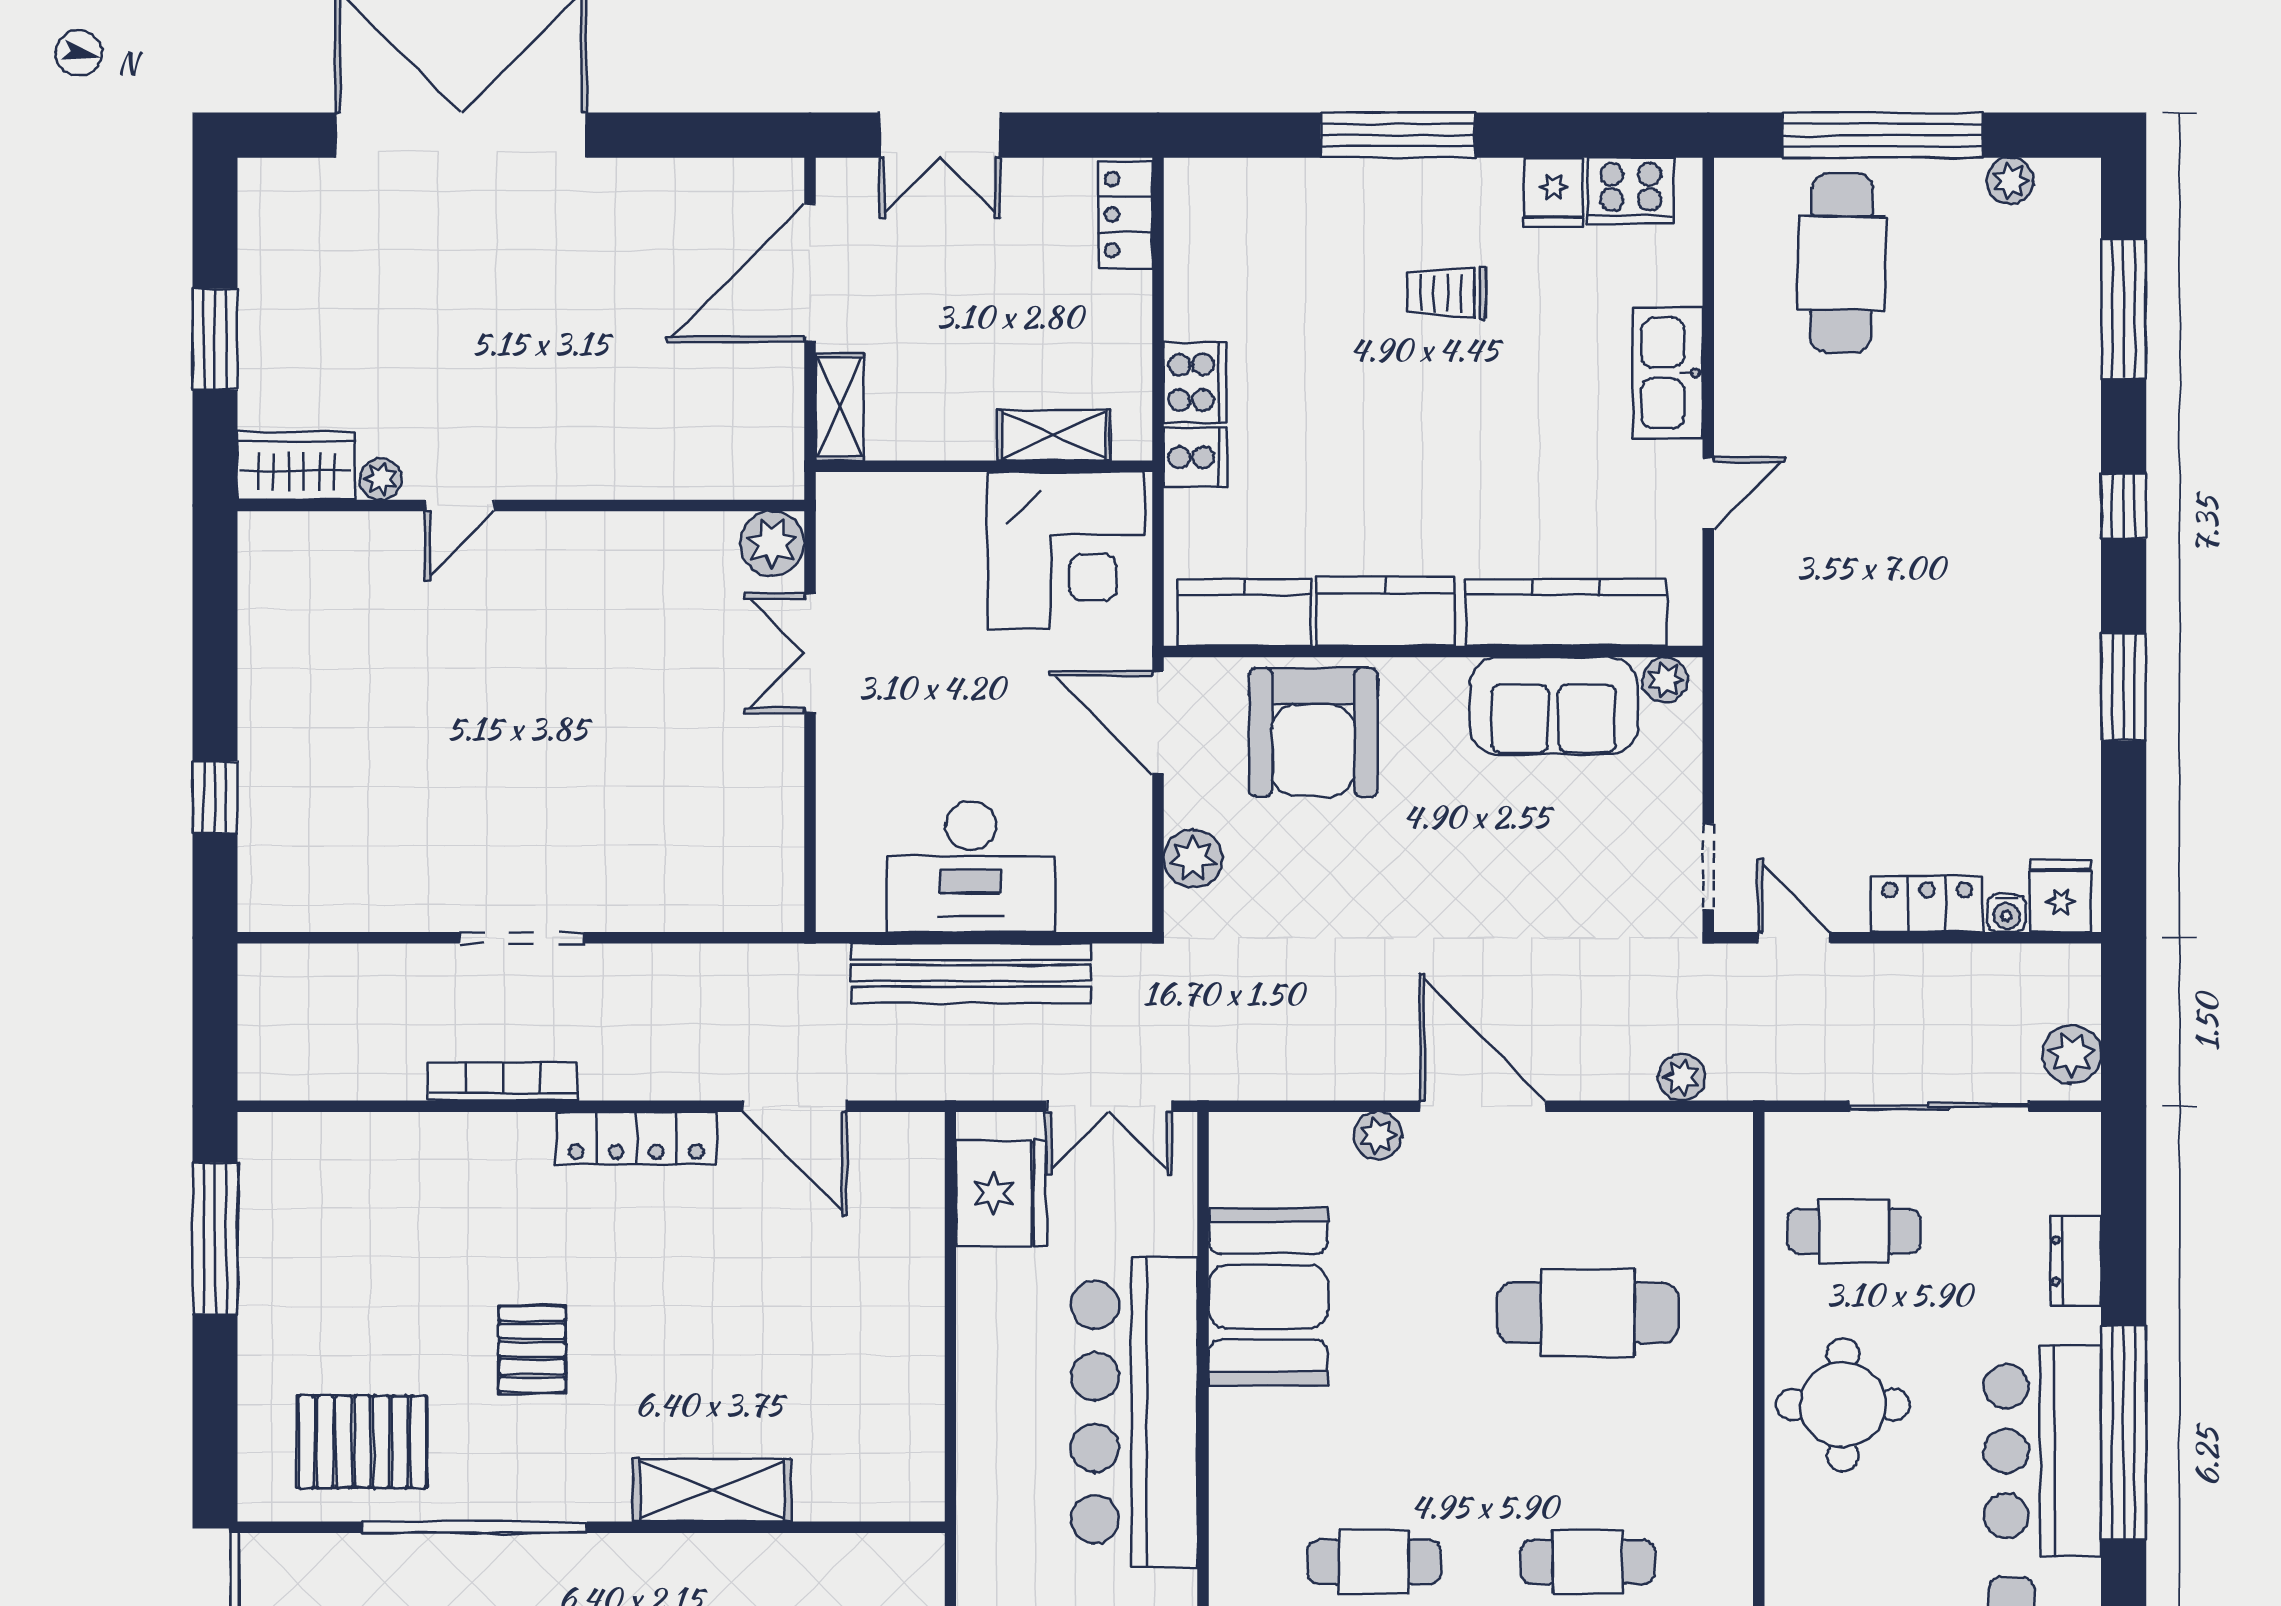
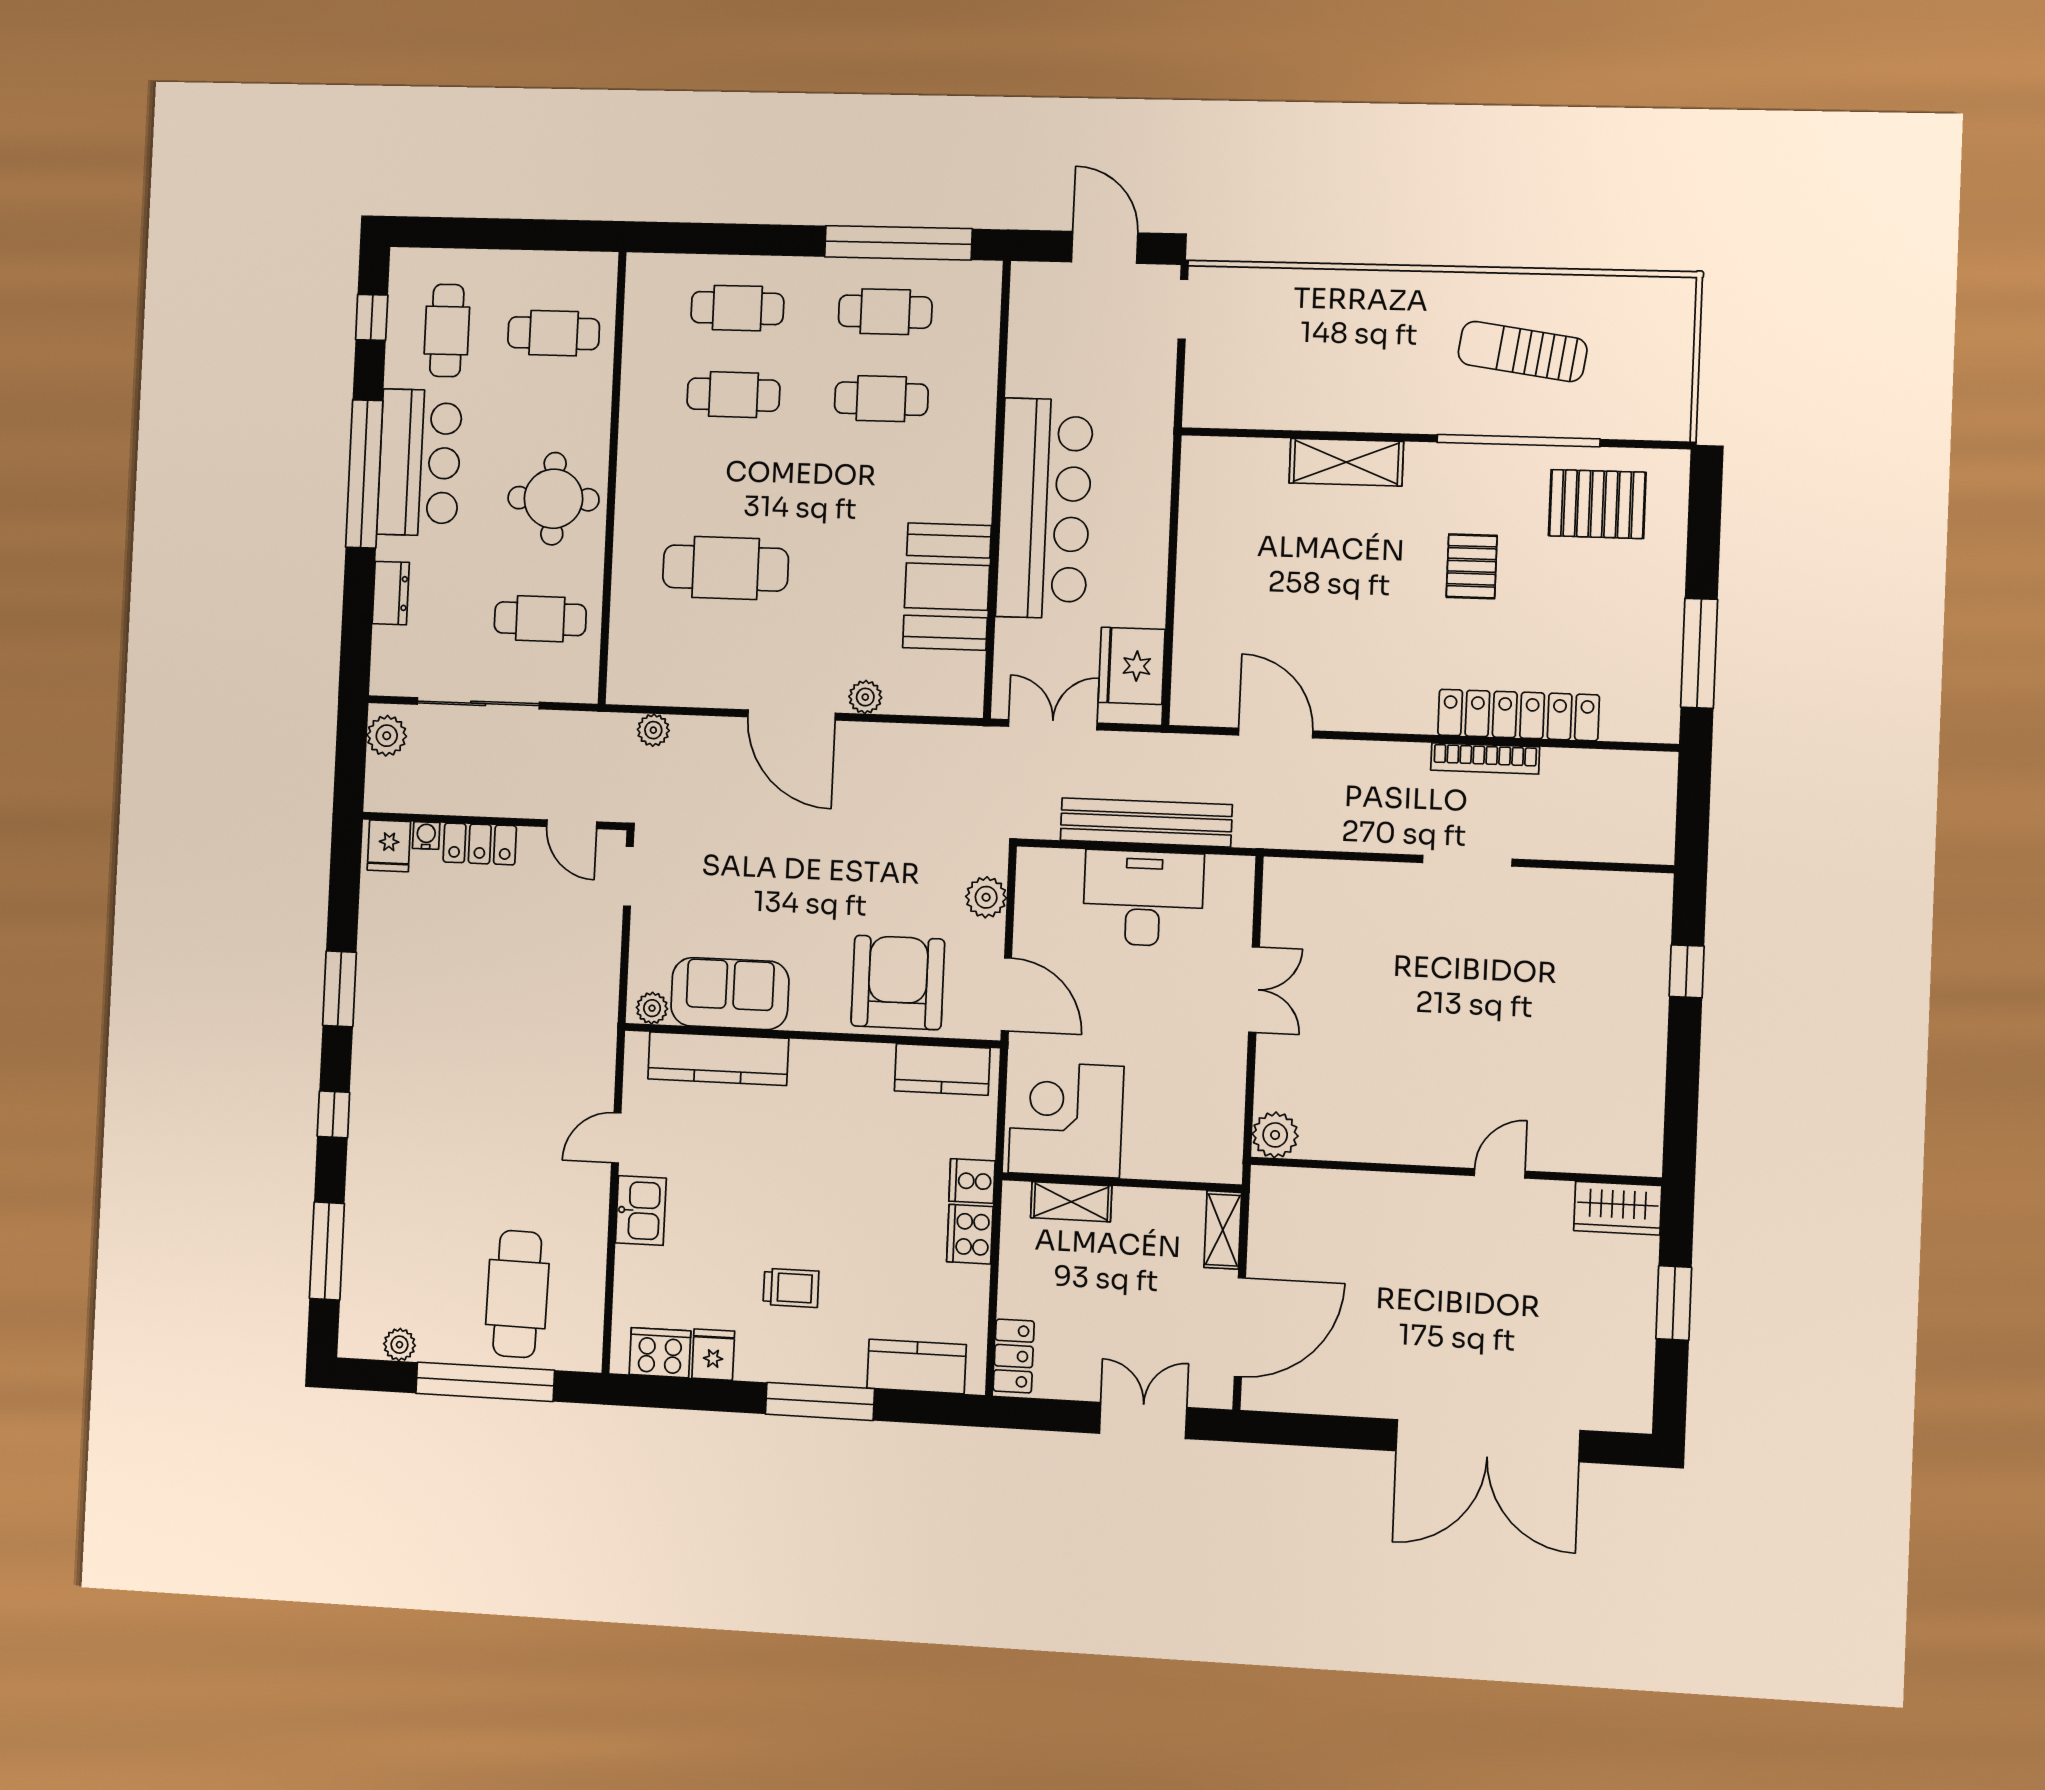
kitchen sink: (1668, 373) -> (641, 1211), width x0.73
plant: (381, 479) -> (1556, 1195), removed
kitchen counter: (1385, 611) -> (917, 1366), moved, turned 180
double door: (810, 653) -> (1254, 990), moved
locker: (636, 1138) -> (1518, 715), moved, width x1.41, depth x1.21

